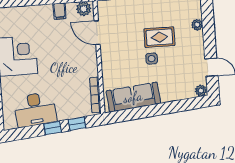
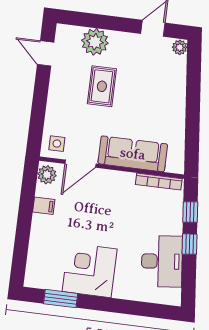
plant: (197, 25) -> (95, 42), width x1.87, depth x1.87
side table: (152, 59) -> (57, 144), moved
sofa: (133, 97) -> (133, 154), moved, turned 96

